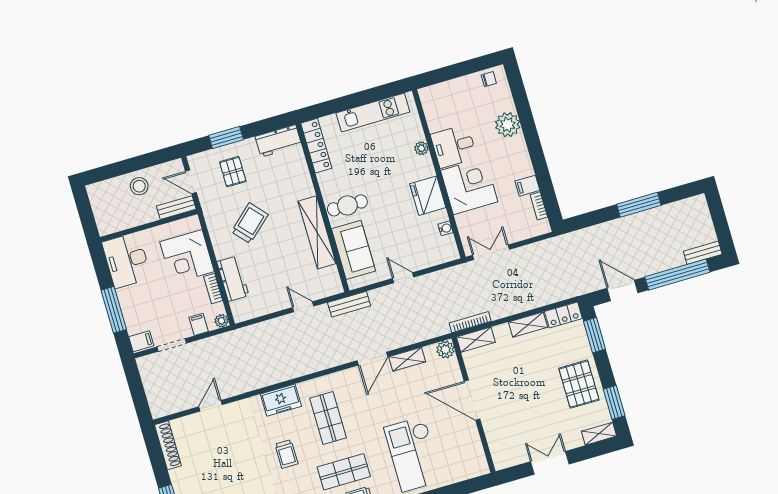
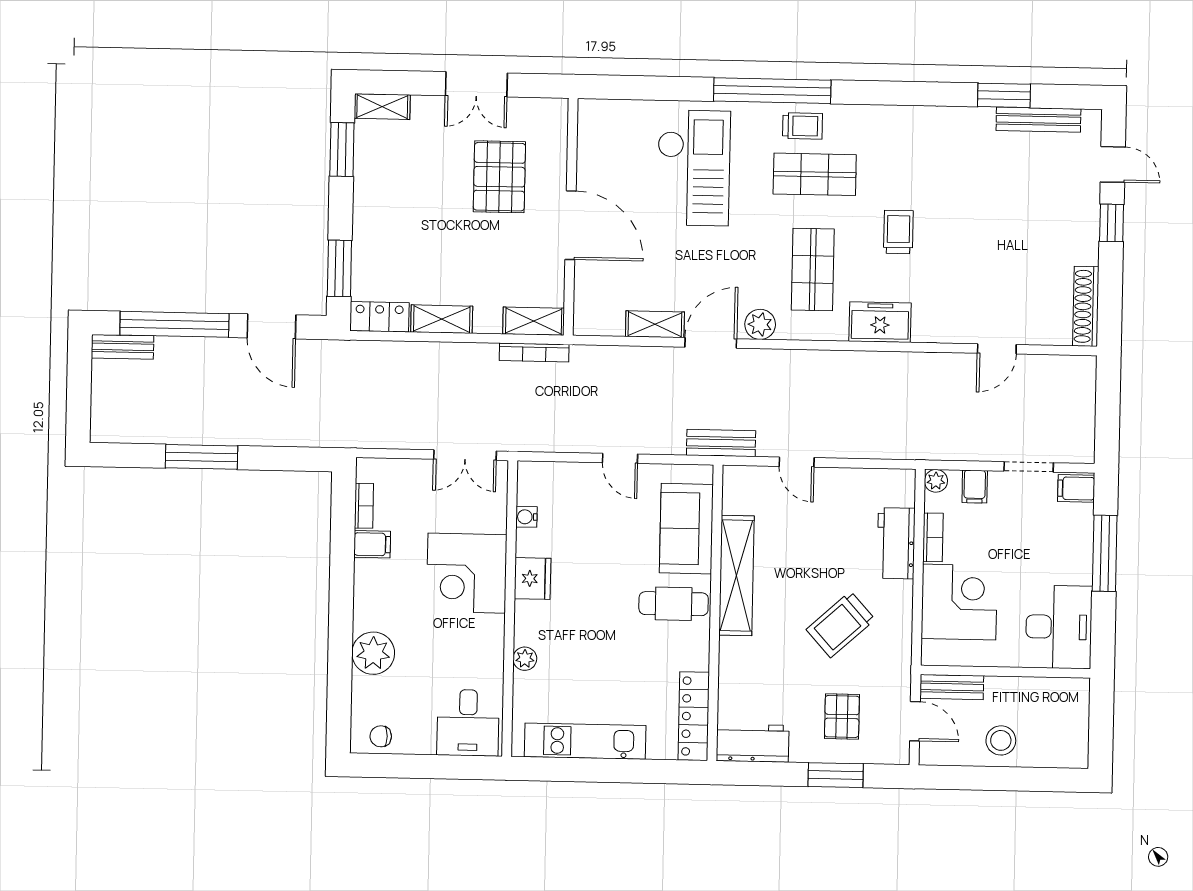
desk: (454, 146) -> (468, 723), moved, turned 90
fridge: (428, 196) -> (533, 579), width x0.73, depth x0.75
plant: (445, 350) -> (760, 324), moved
pallet: (579, 384) -> (499, 177), moved

